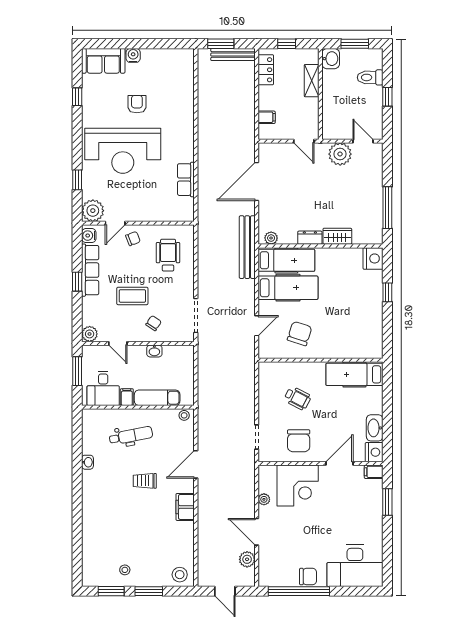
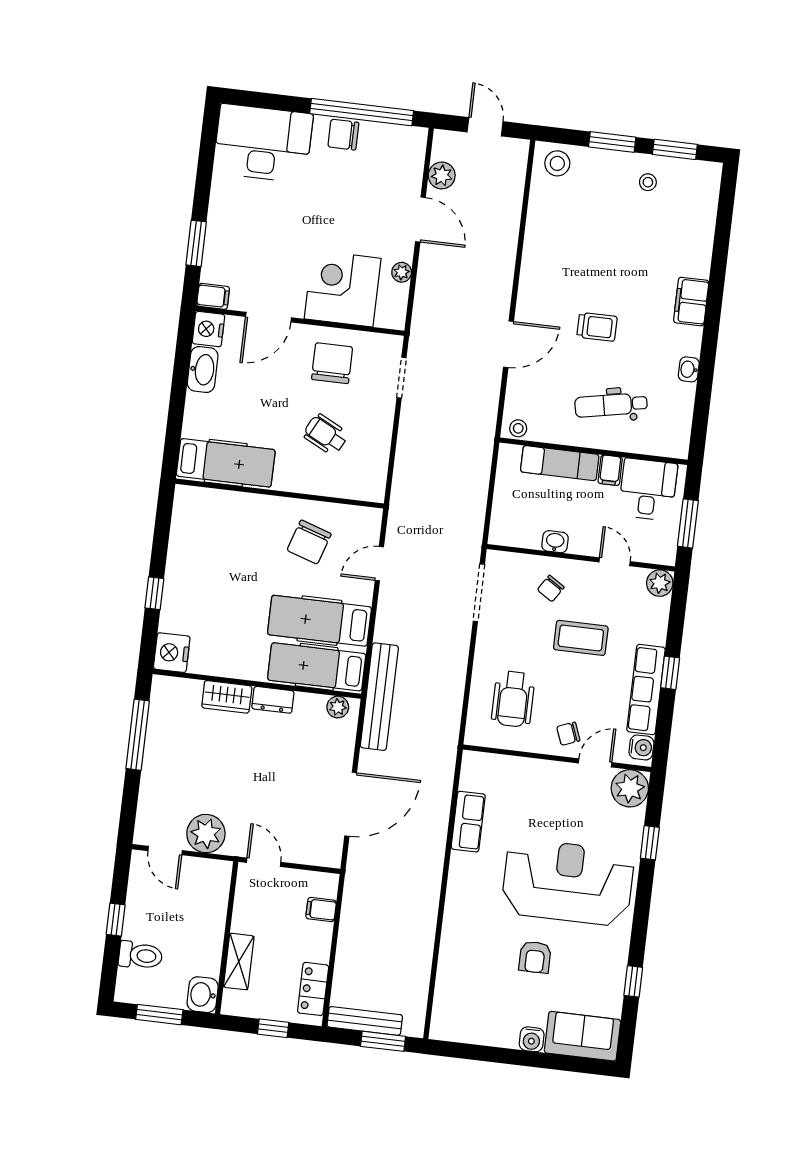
filing cabinet: (185, 507) -> (691, 302), moved, turned 180

